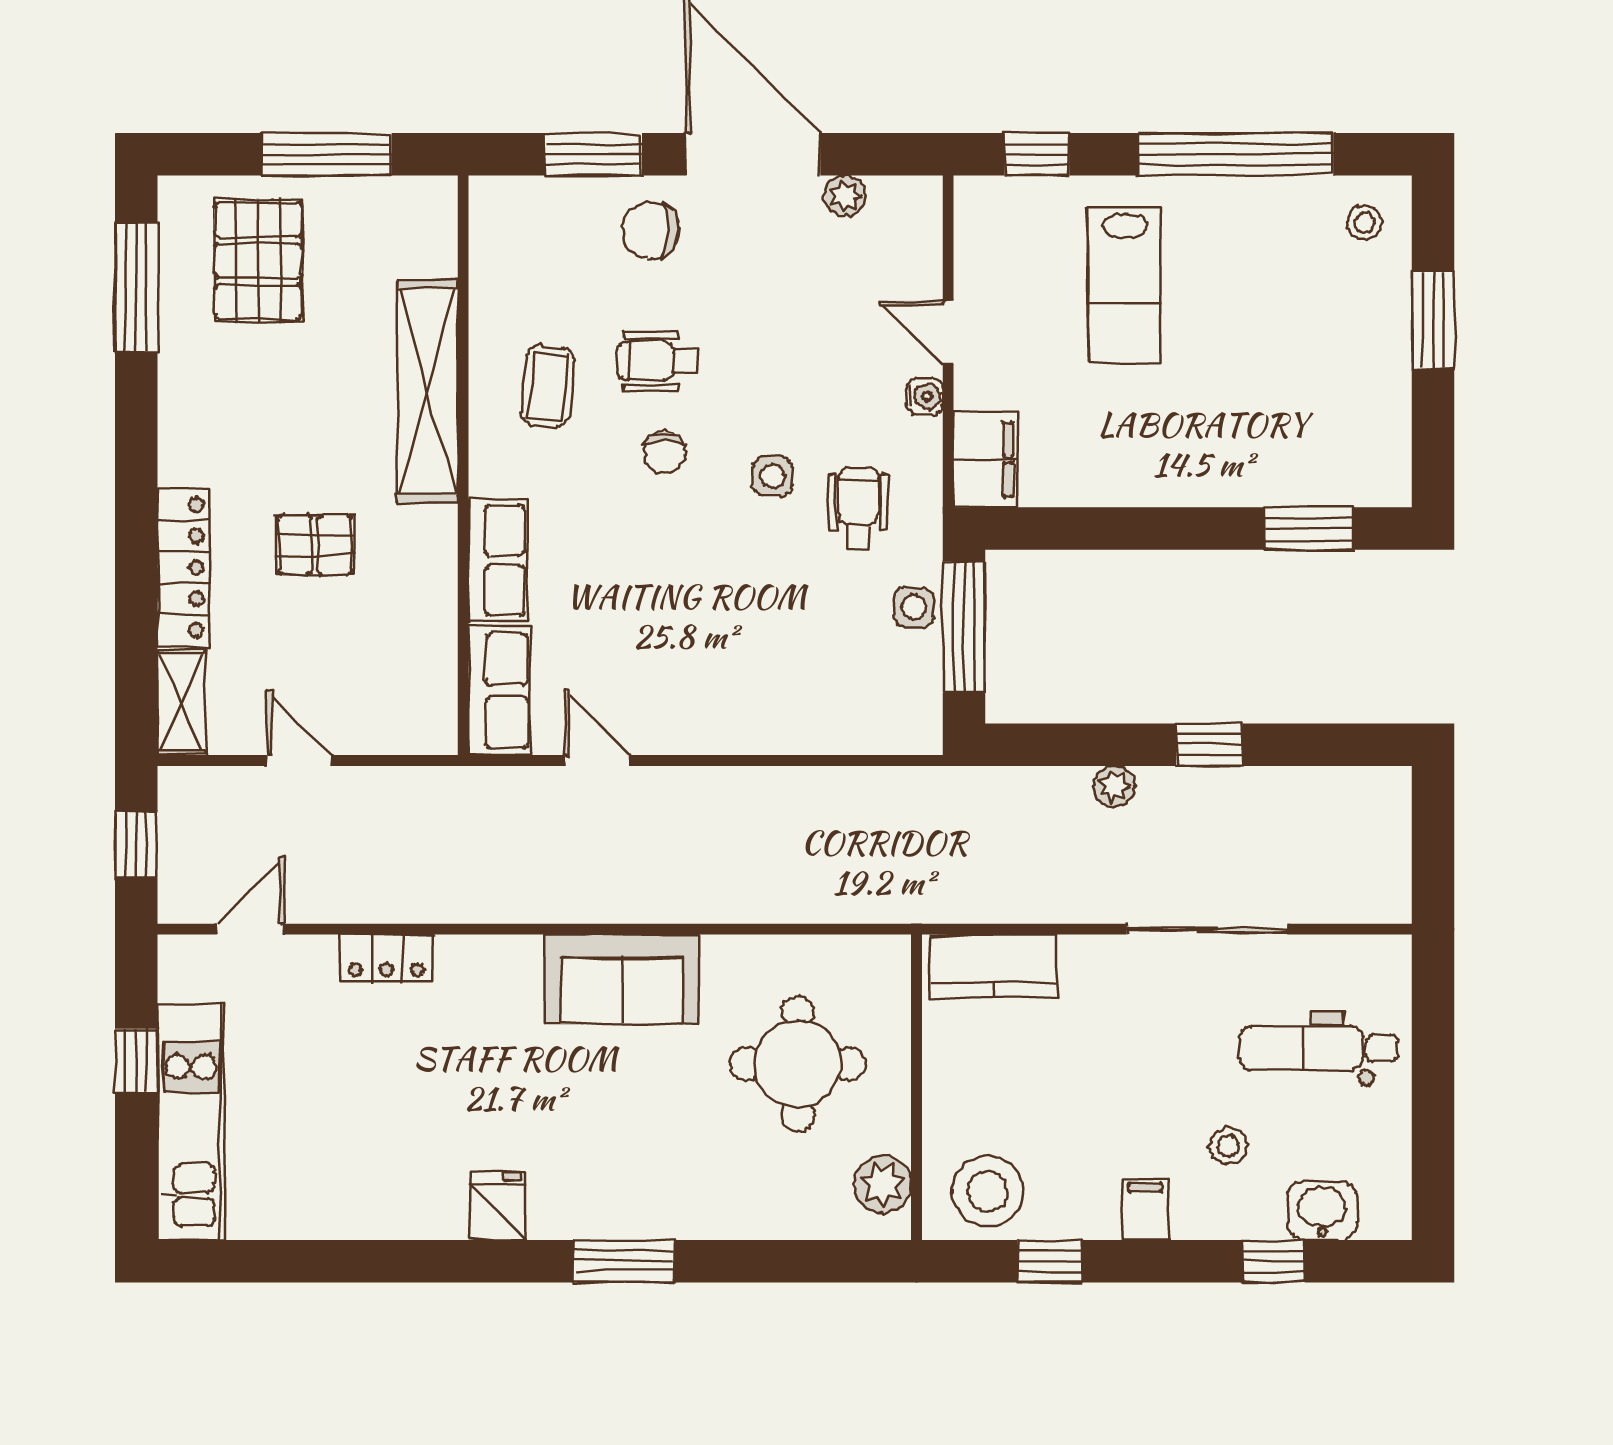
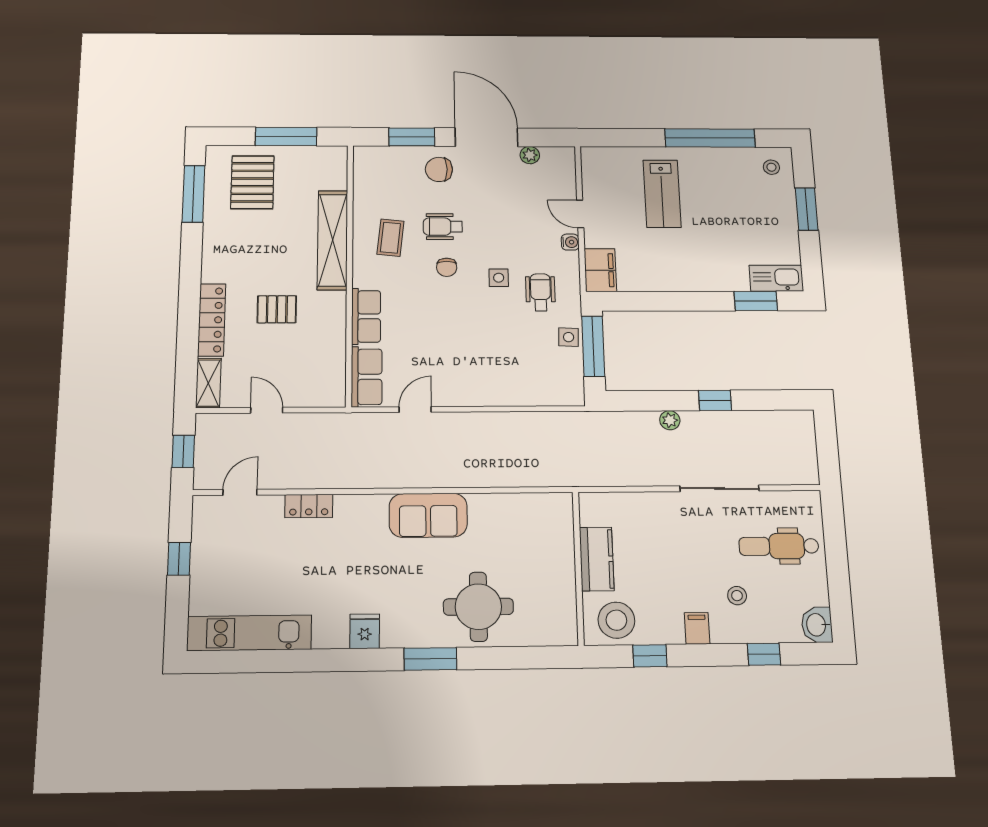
window: (1037, 154) -> (618, 138), removed
kitchen sink: (1356, 478) -> (776, 278), added
door: (598, 761) -> (415, 409), hinge flipped
kitchen counter: (994, 966) -> (597, 559), moved, turned -90
round table: (798, 1064) -> (478, 607), moved
kitchen unit: (191, 1122) -> (249, 633), moved, turned -90
plant: (882, 1184) -> (563, 617), removed
washbasin: (1322, 1211) -> (817, 625), moved, turned -90

